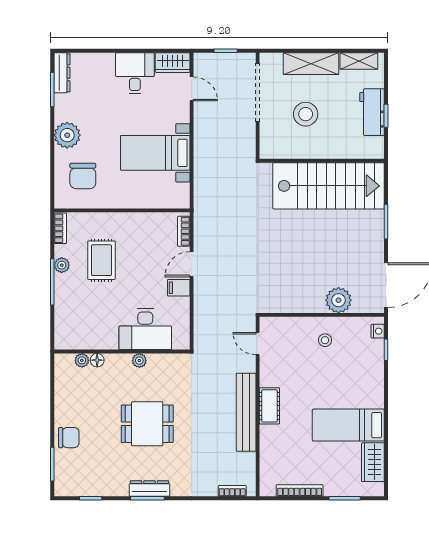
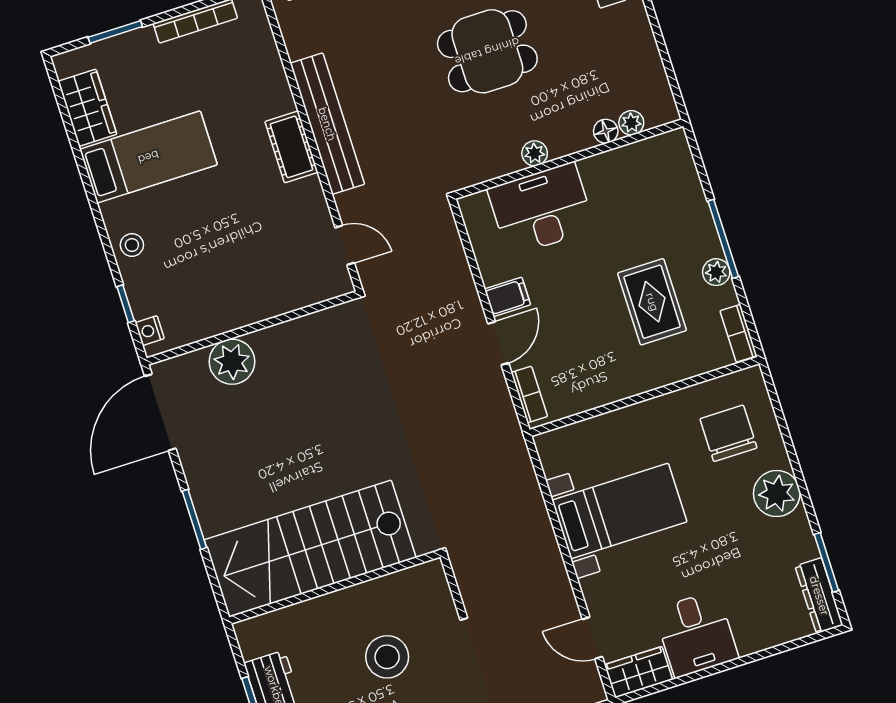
stool: (325, 340) -> (132, 245), moved

